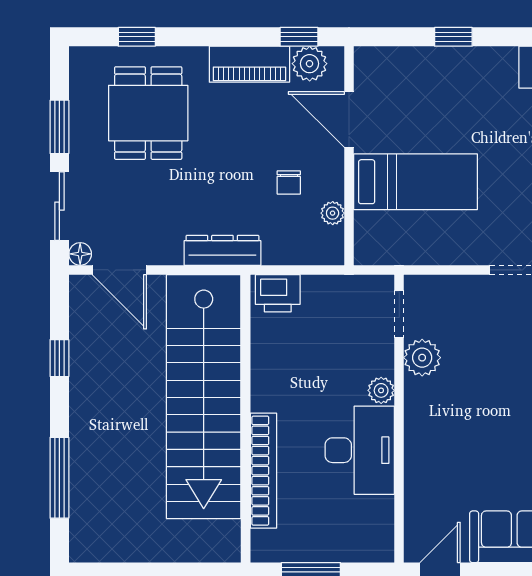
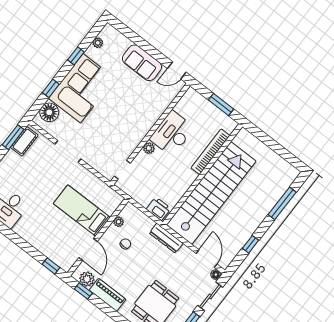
window: (453, 37) -> (51, 266), moved
plant: (422, 358) -> (126, 148), removed

